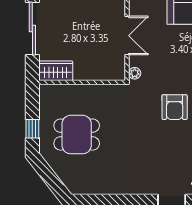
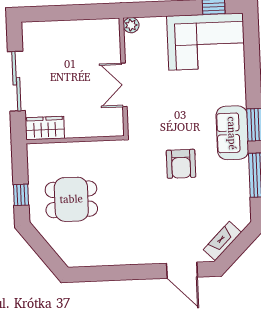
double door: (127, 36) -> (124, 85), swing flipped
plant: (135, 73) -> (134, 127), removed

